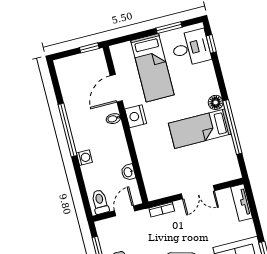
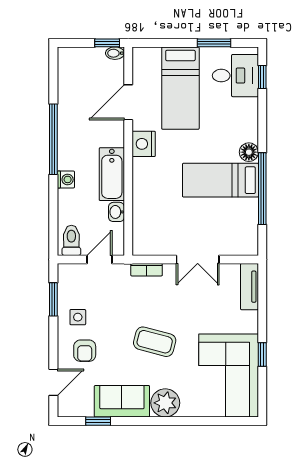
bidet: (113, 119) -> (115, 53), moved
bathtub: (118, 145) -> (112, 174), added

